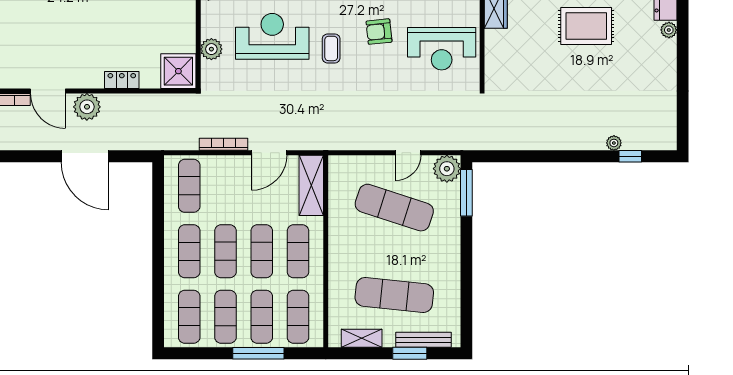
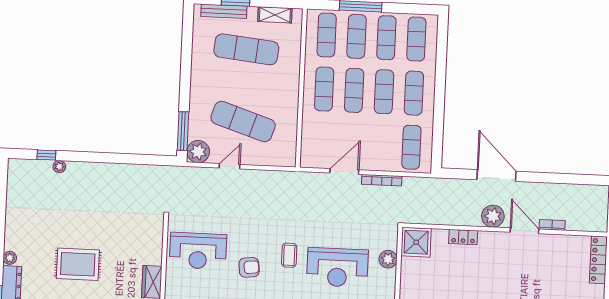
reception desk: (442, 49) -> (198, 251), turned 180
shelving: (311, 185) -> (311, 143), removed

